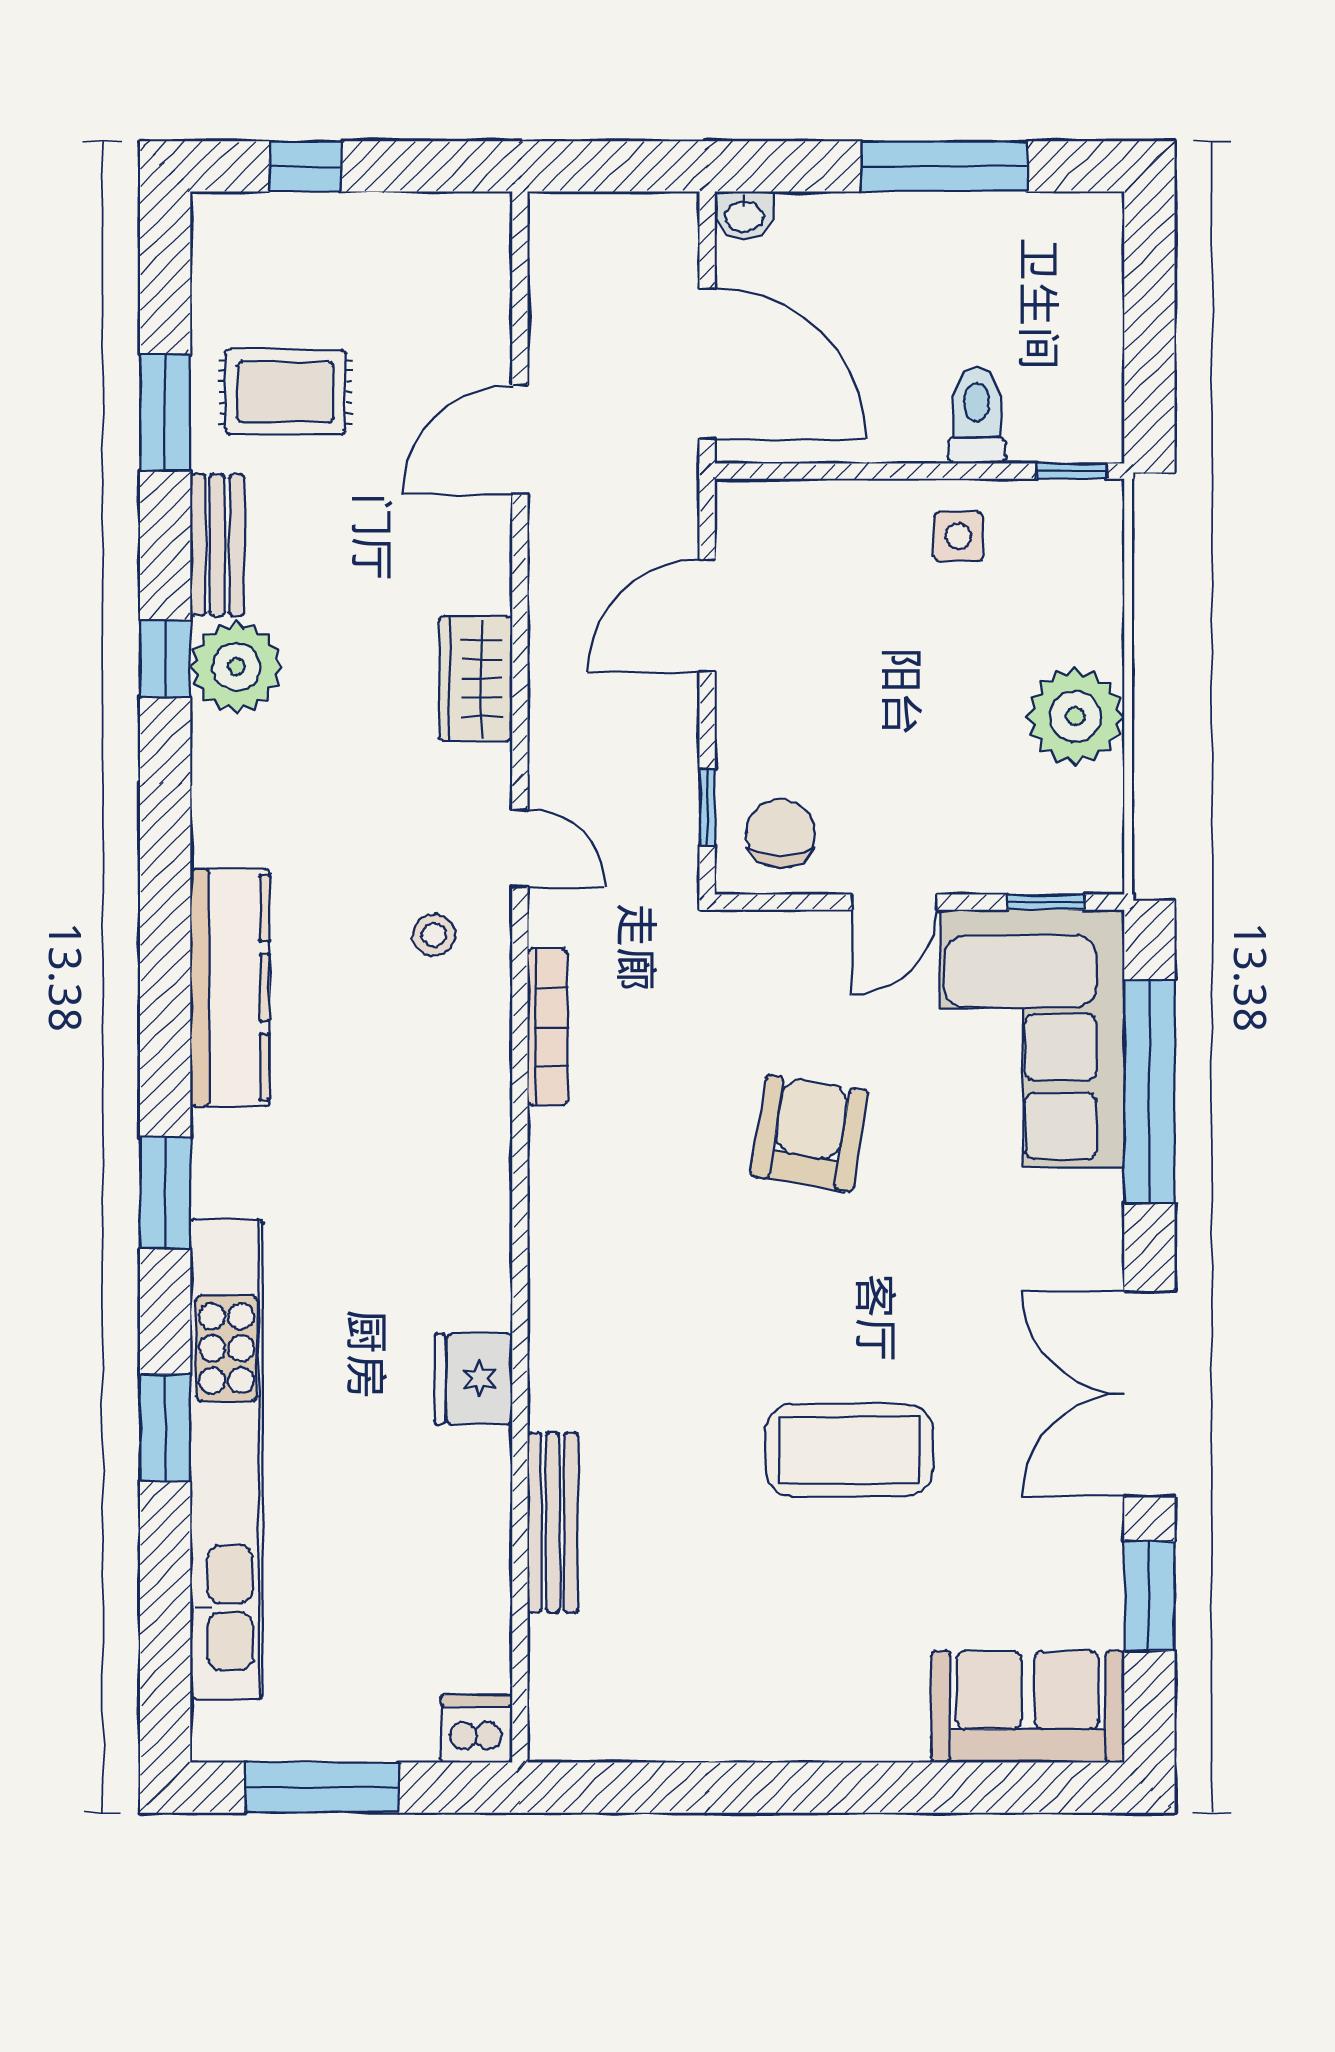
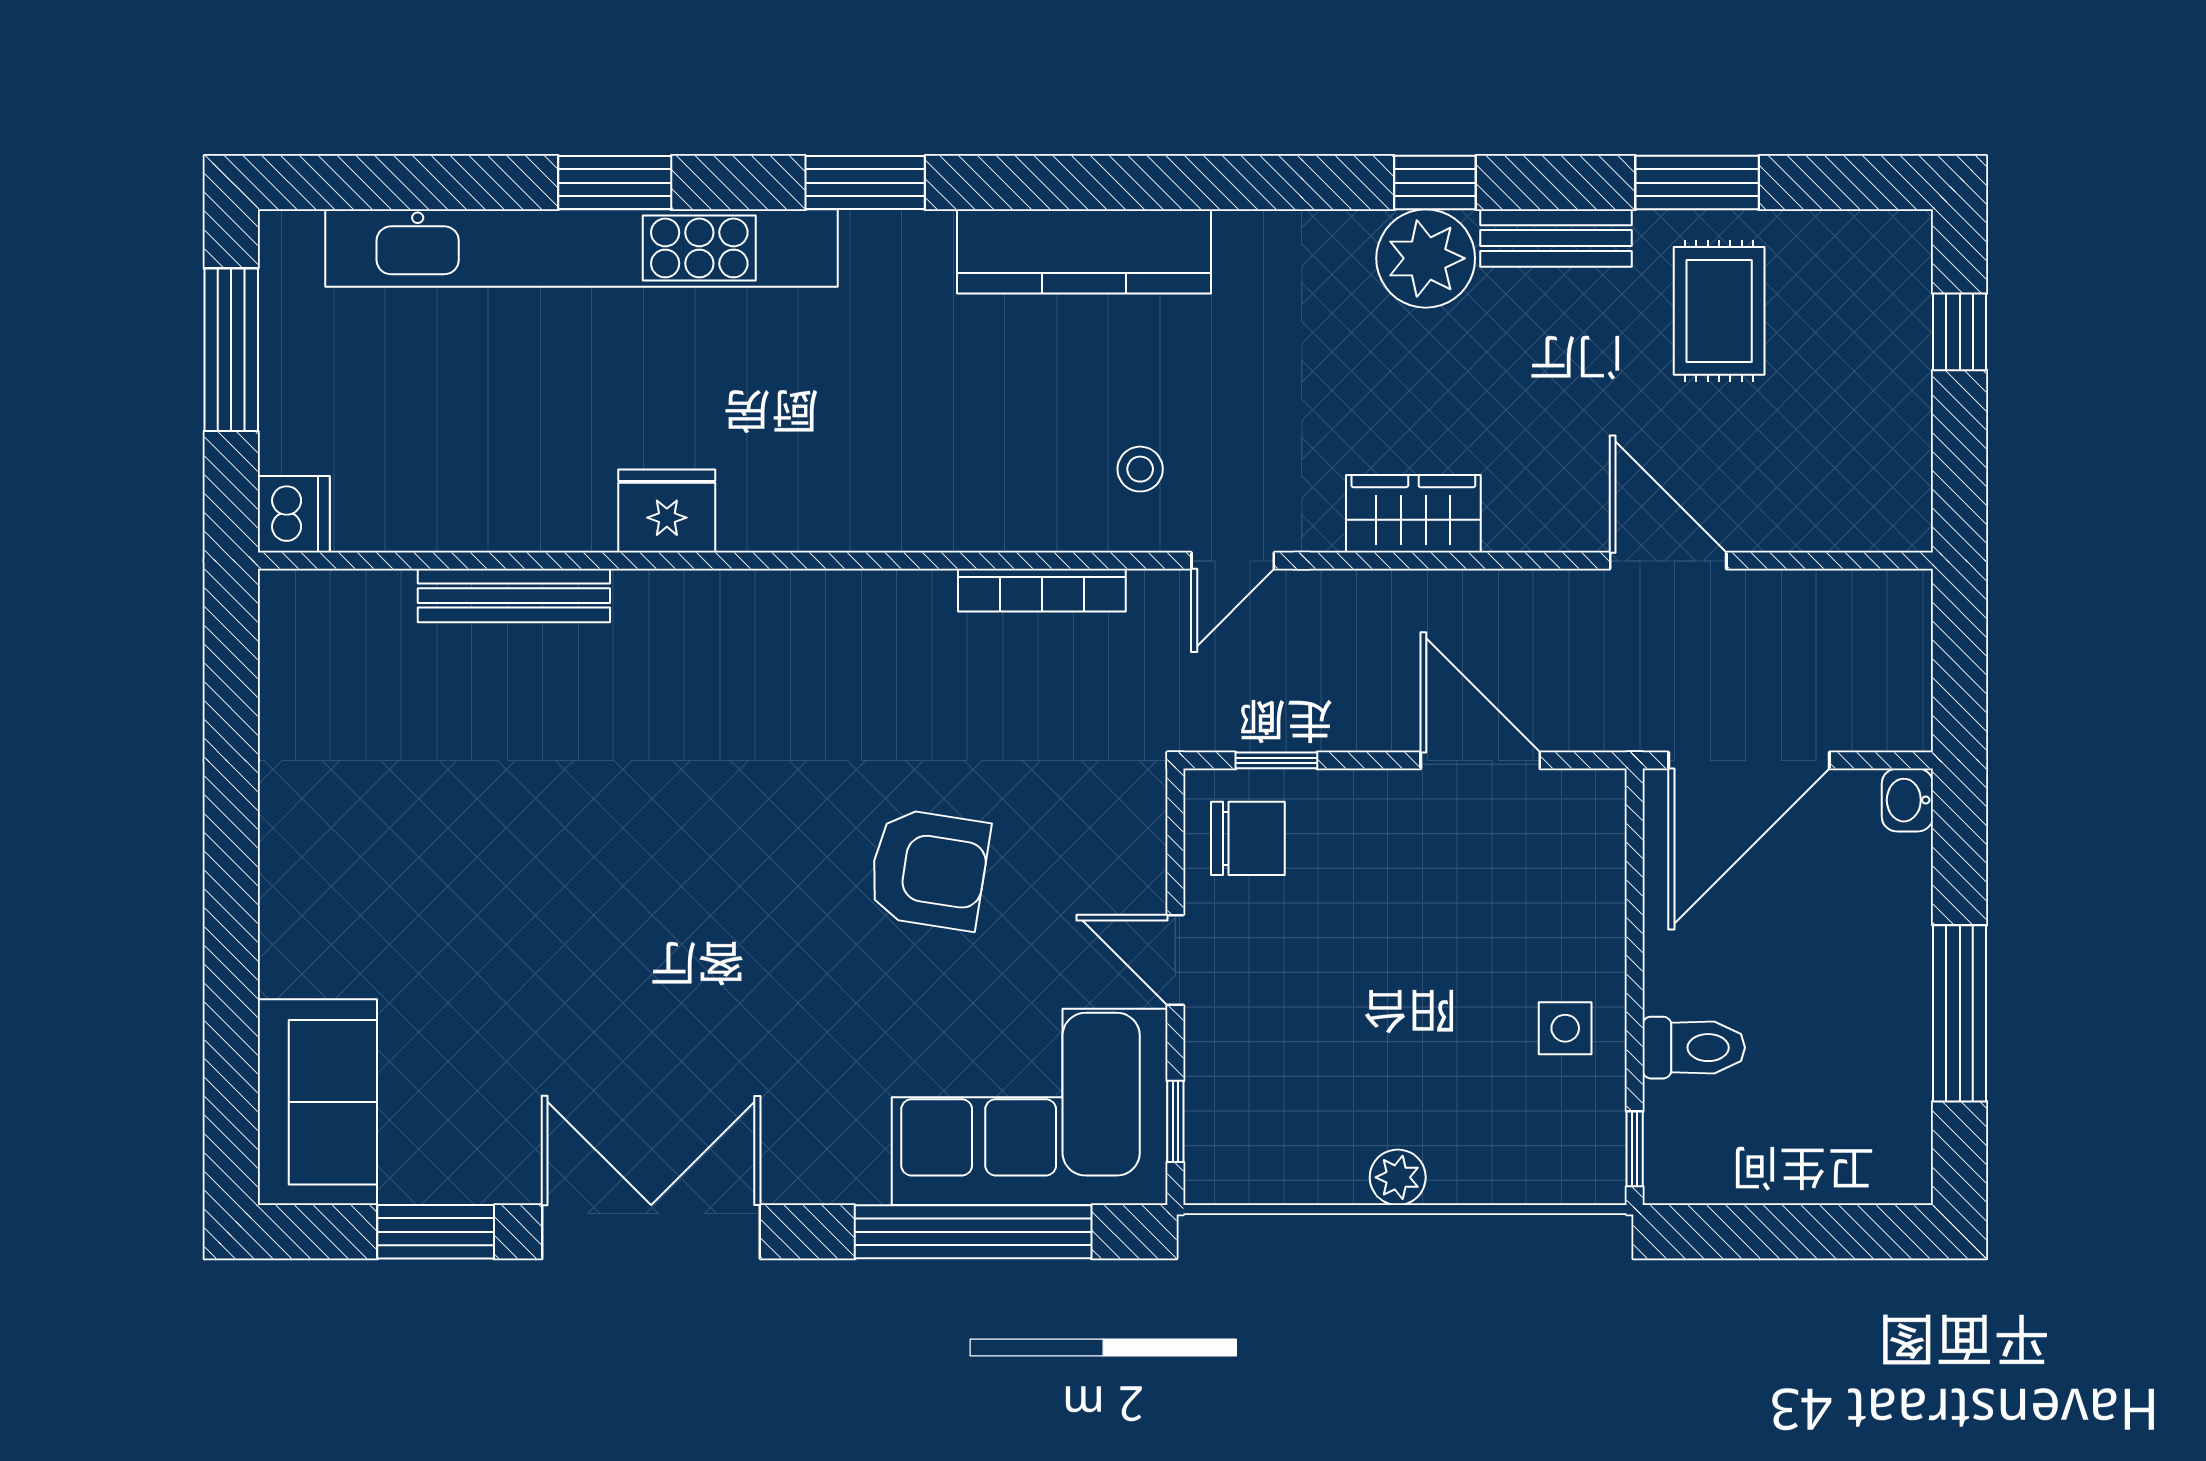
plant: (1075, 716) -> (1398, 1177), width x0.53, depth x0.53
coffee table: (849, 1450) -> (591, 912), removed

